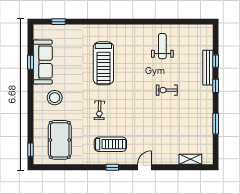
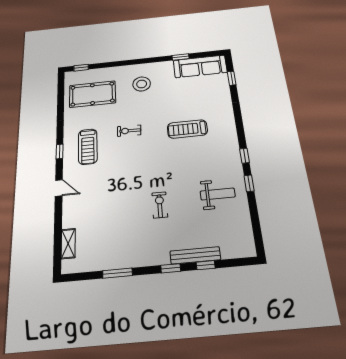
window: (133, 22) -> (245, 156), added
window: (156, 22) -> (249, 183), added
sofa: (43, 62) -> (200, 66), moved
treadmill: (103, 63) -> (187, 129), width x0.73, depth x0.73

